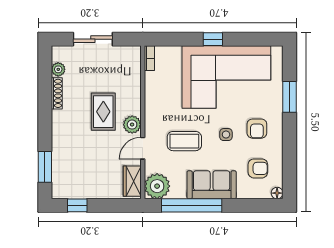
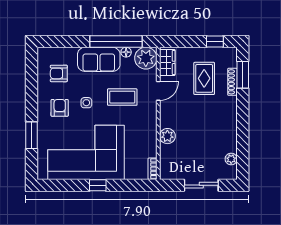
shoe rack: (57, 93) -> (232, 82), moved
rug: (103, 112) -> (204, 78), moved
plant: (132, 125) -> (167, 136), moved
floor lamp: (277, 193) -> (126, 52), moved

